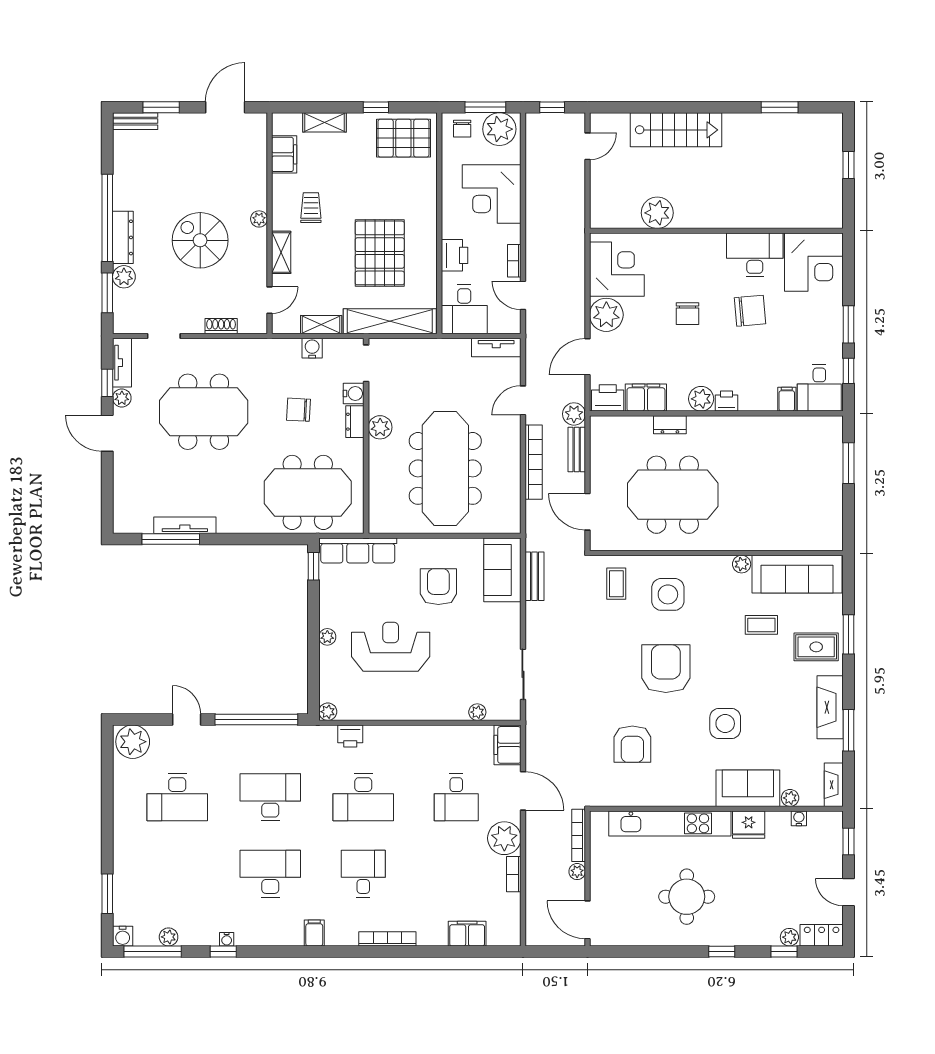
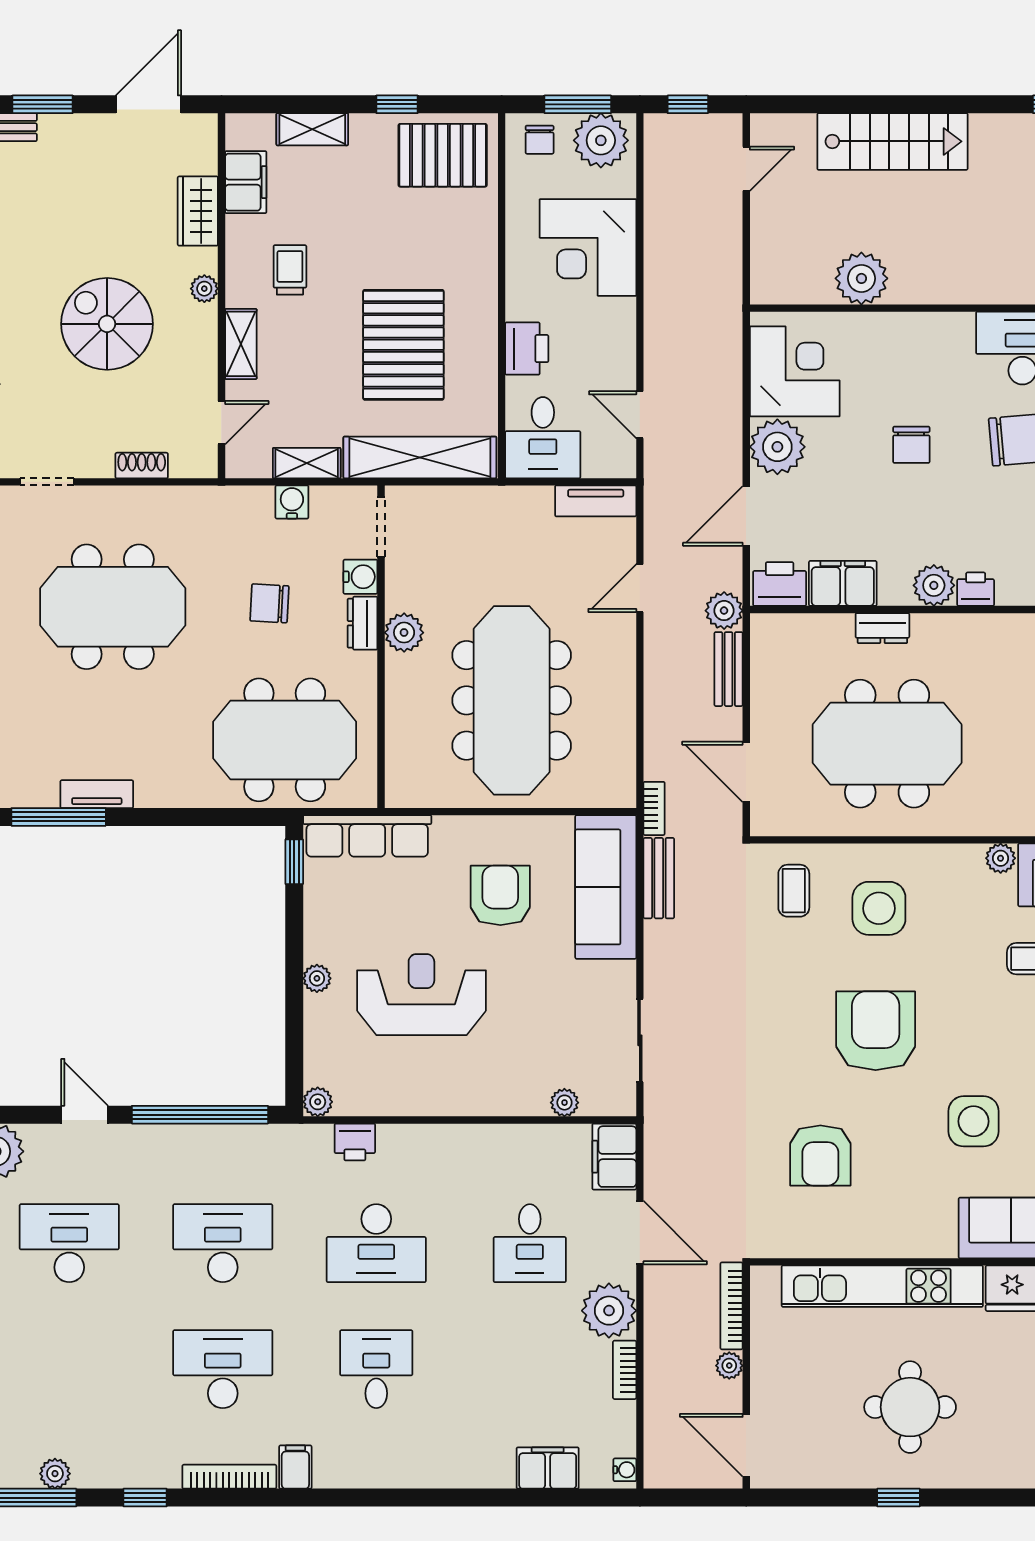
wardrobe: (255, 172) -> (198, 211), added
bookcase: (514, 261) -> (625, 358), removed
bookcase: (534, 462) -> (654, 808), moved, width x0.43, depth x0.76
tv unit: (185, 525) -> (97, 794), width x0.71
sofa: (502, 570) -> (606, 887), width x1.36
desk: (177, 797) -> (69, 1243), turned 180
water cooler: (227, 939) -> (625, 1470), moved, turned -90
bookcase: (387, 939) -> (229, 1477), moved
window: (722, 952) -> (899, 1498), moved

